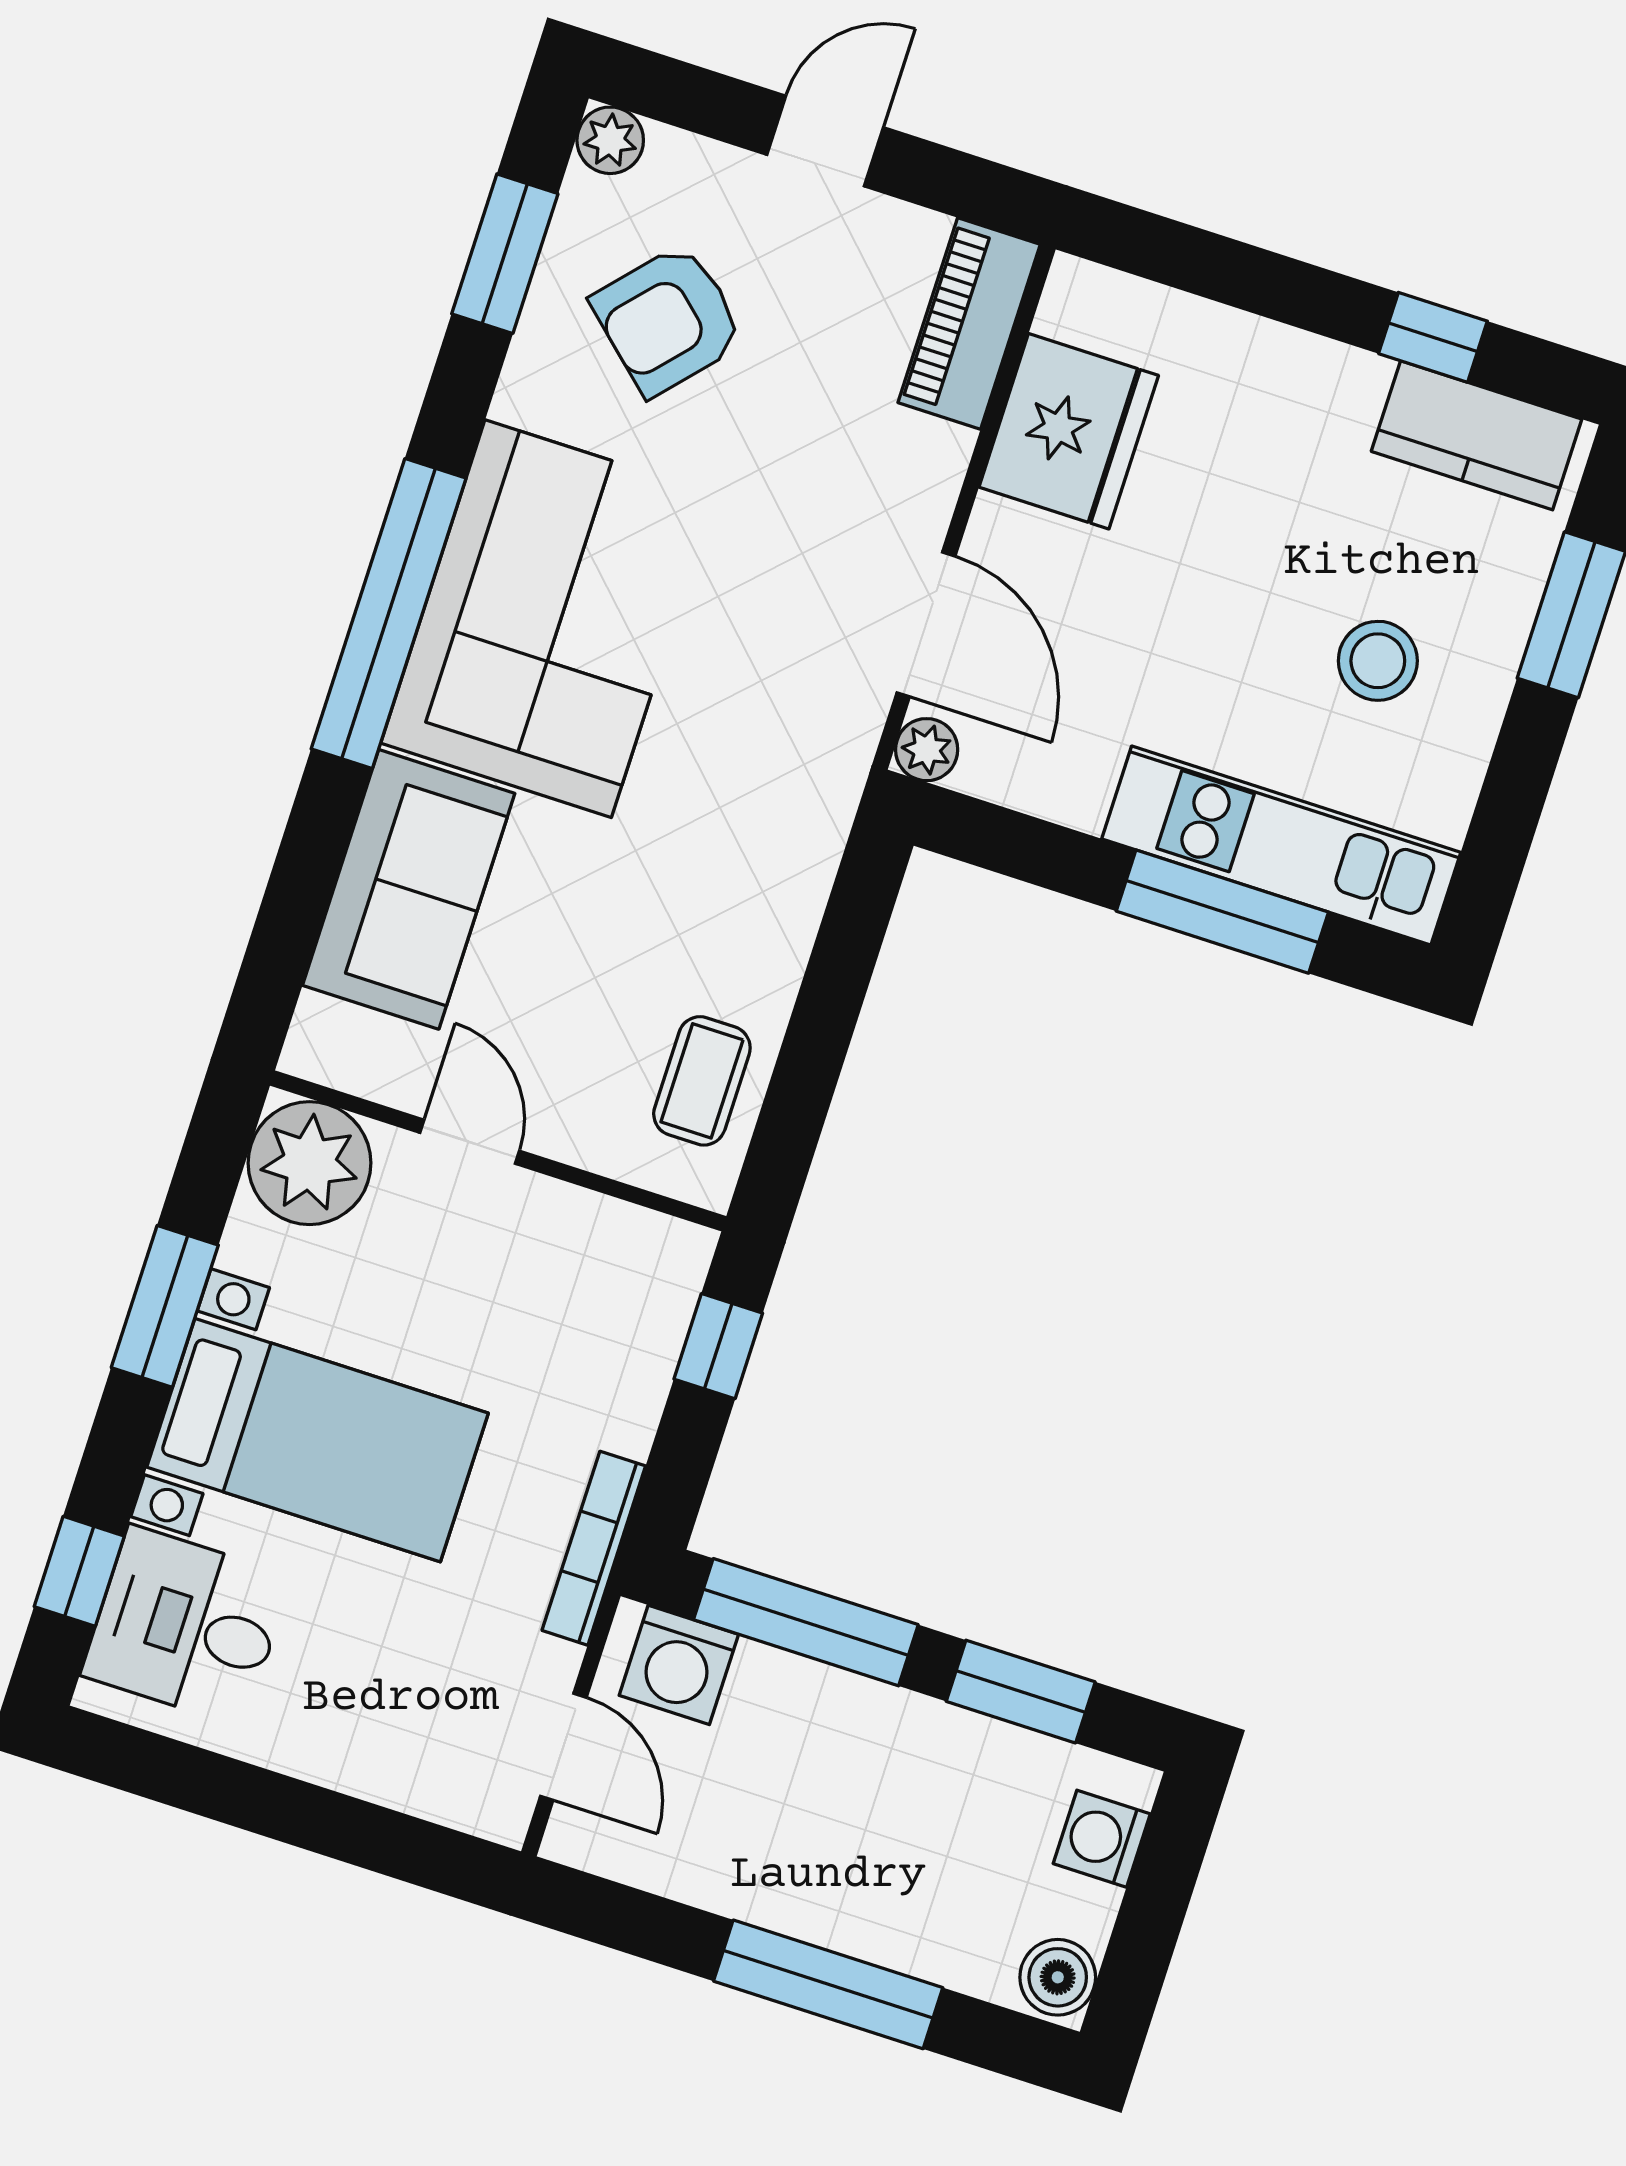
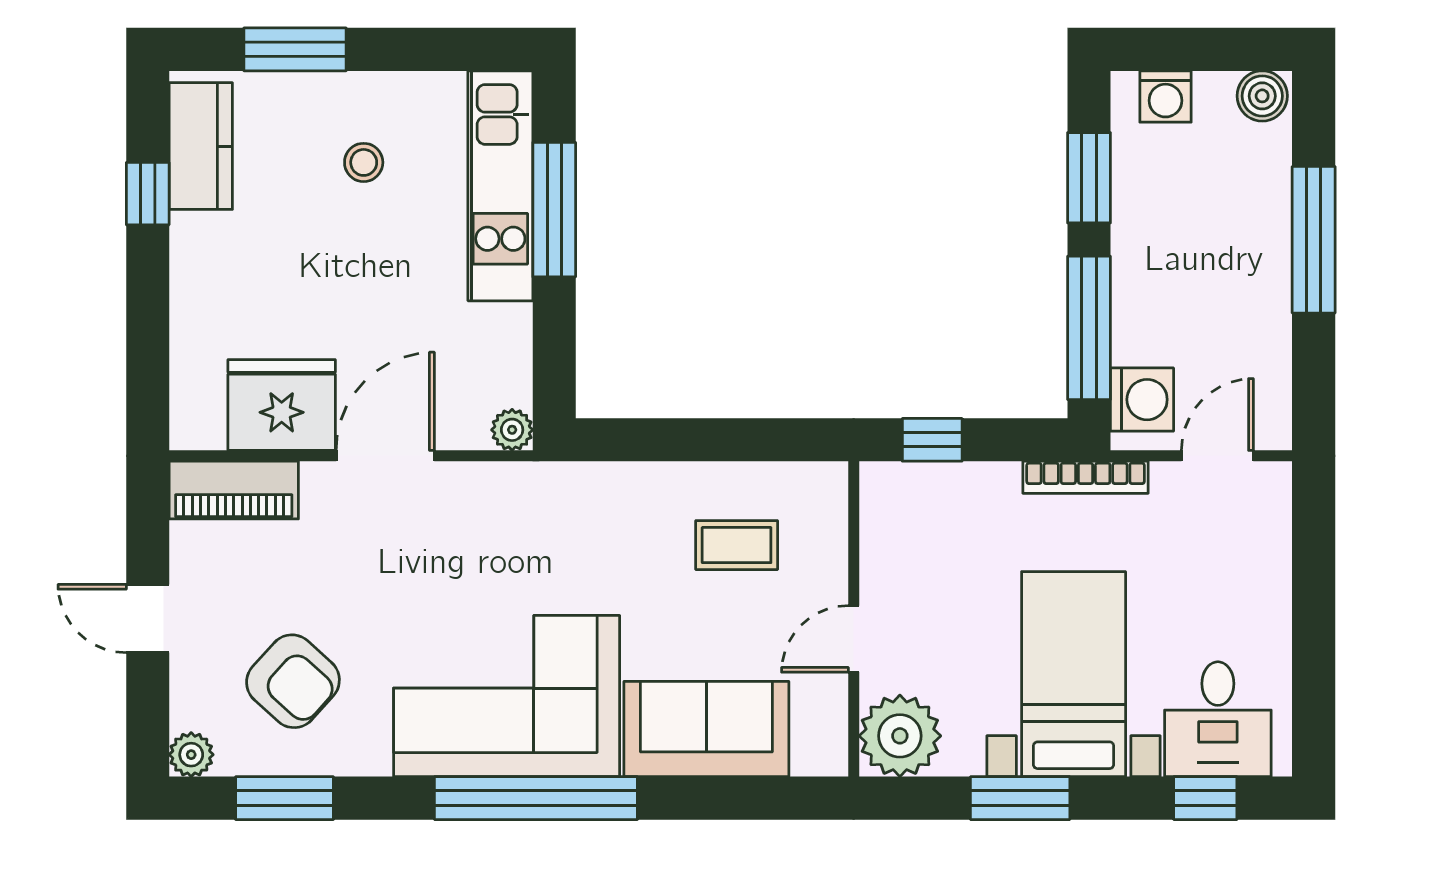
door: (926, 624) -> (385, 456), moved
stool: (1378, 661) -> (364, 162), width x0.73, depth x0.73
coffee table: (702, 1081) -> (737, 545), moved

